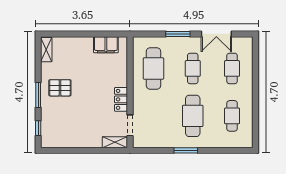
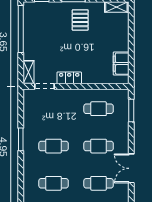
window: (178, 34) -> (131, 110), moved
cafe table: (153, 68) -> (99, 109), width x0.73, depth x0.74
cafe table: (193, 116) -> (54, 146), width x0.73, depth x0.74
window: (69, 150) -> (21, 29), added

